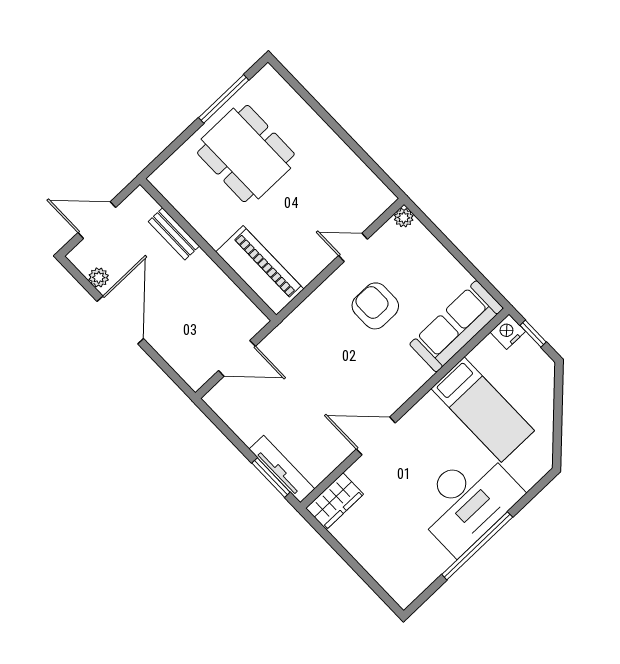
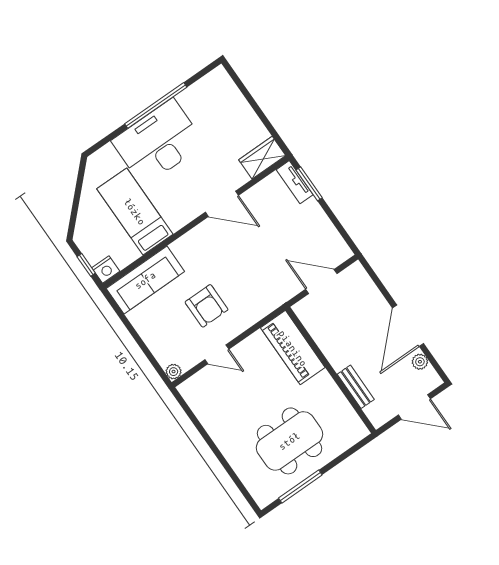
dining table: (246, 154) -> (289, 441), turned 90
tv unit: (282, 469) -> (295, 182), width x0.71

